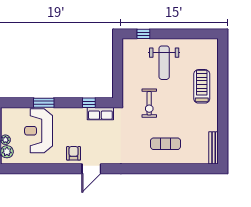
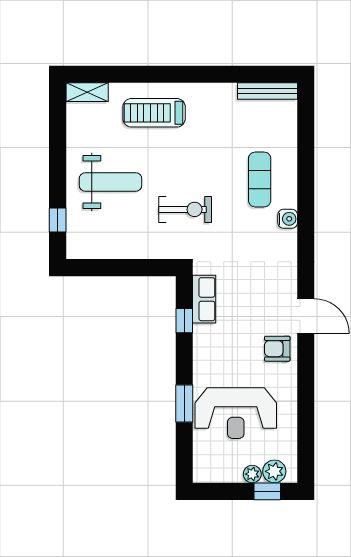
shelving: (213, 50) -> (87, 92), added
water cooler: (144, 159) -> (288, 219), added

